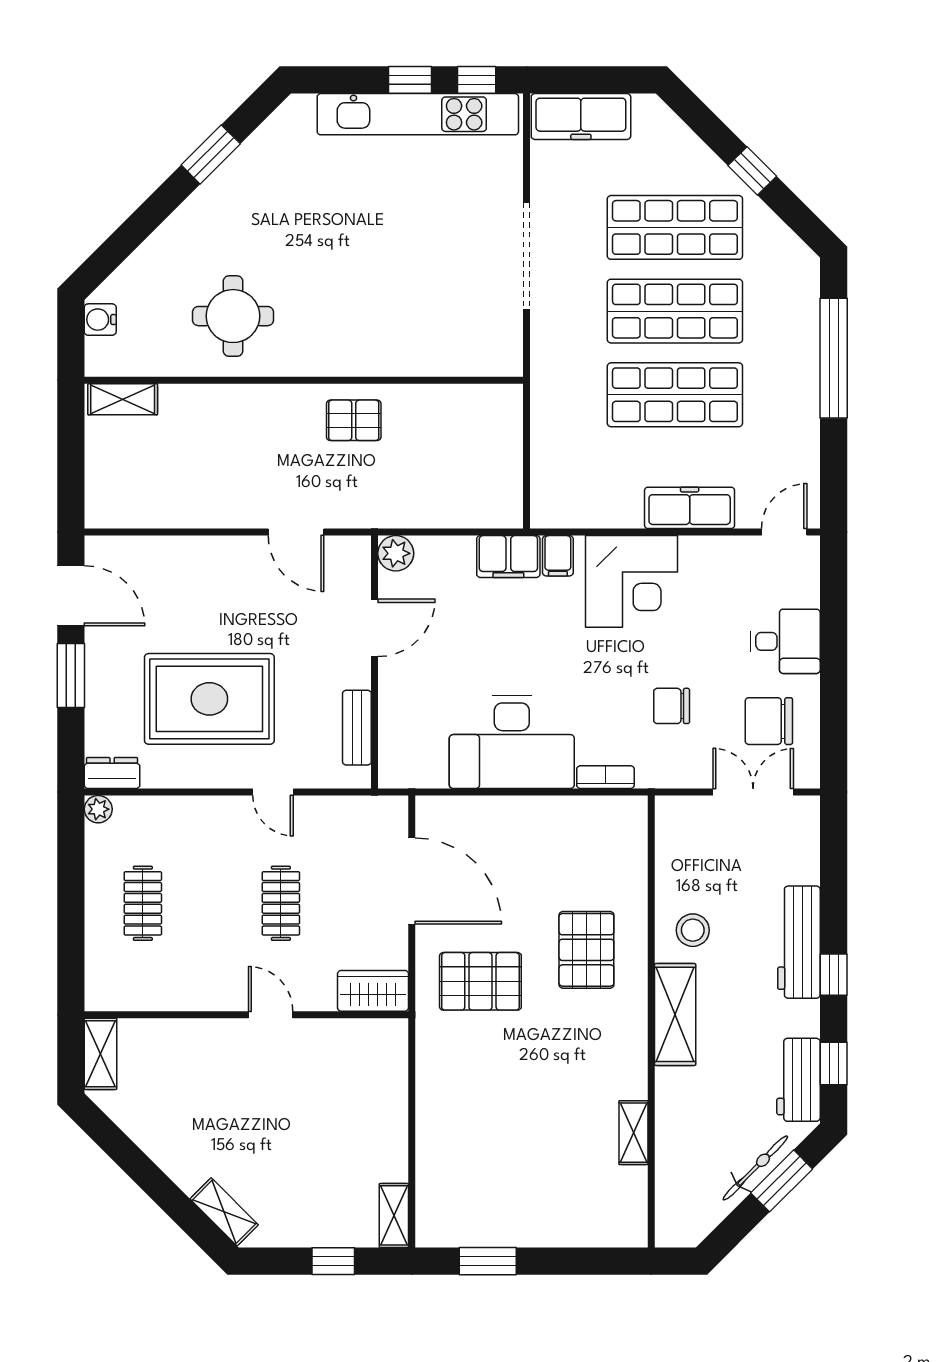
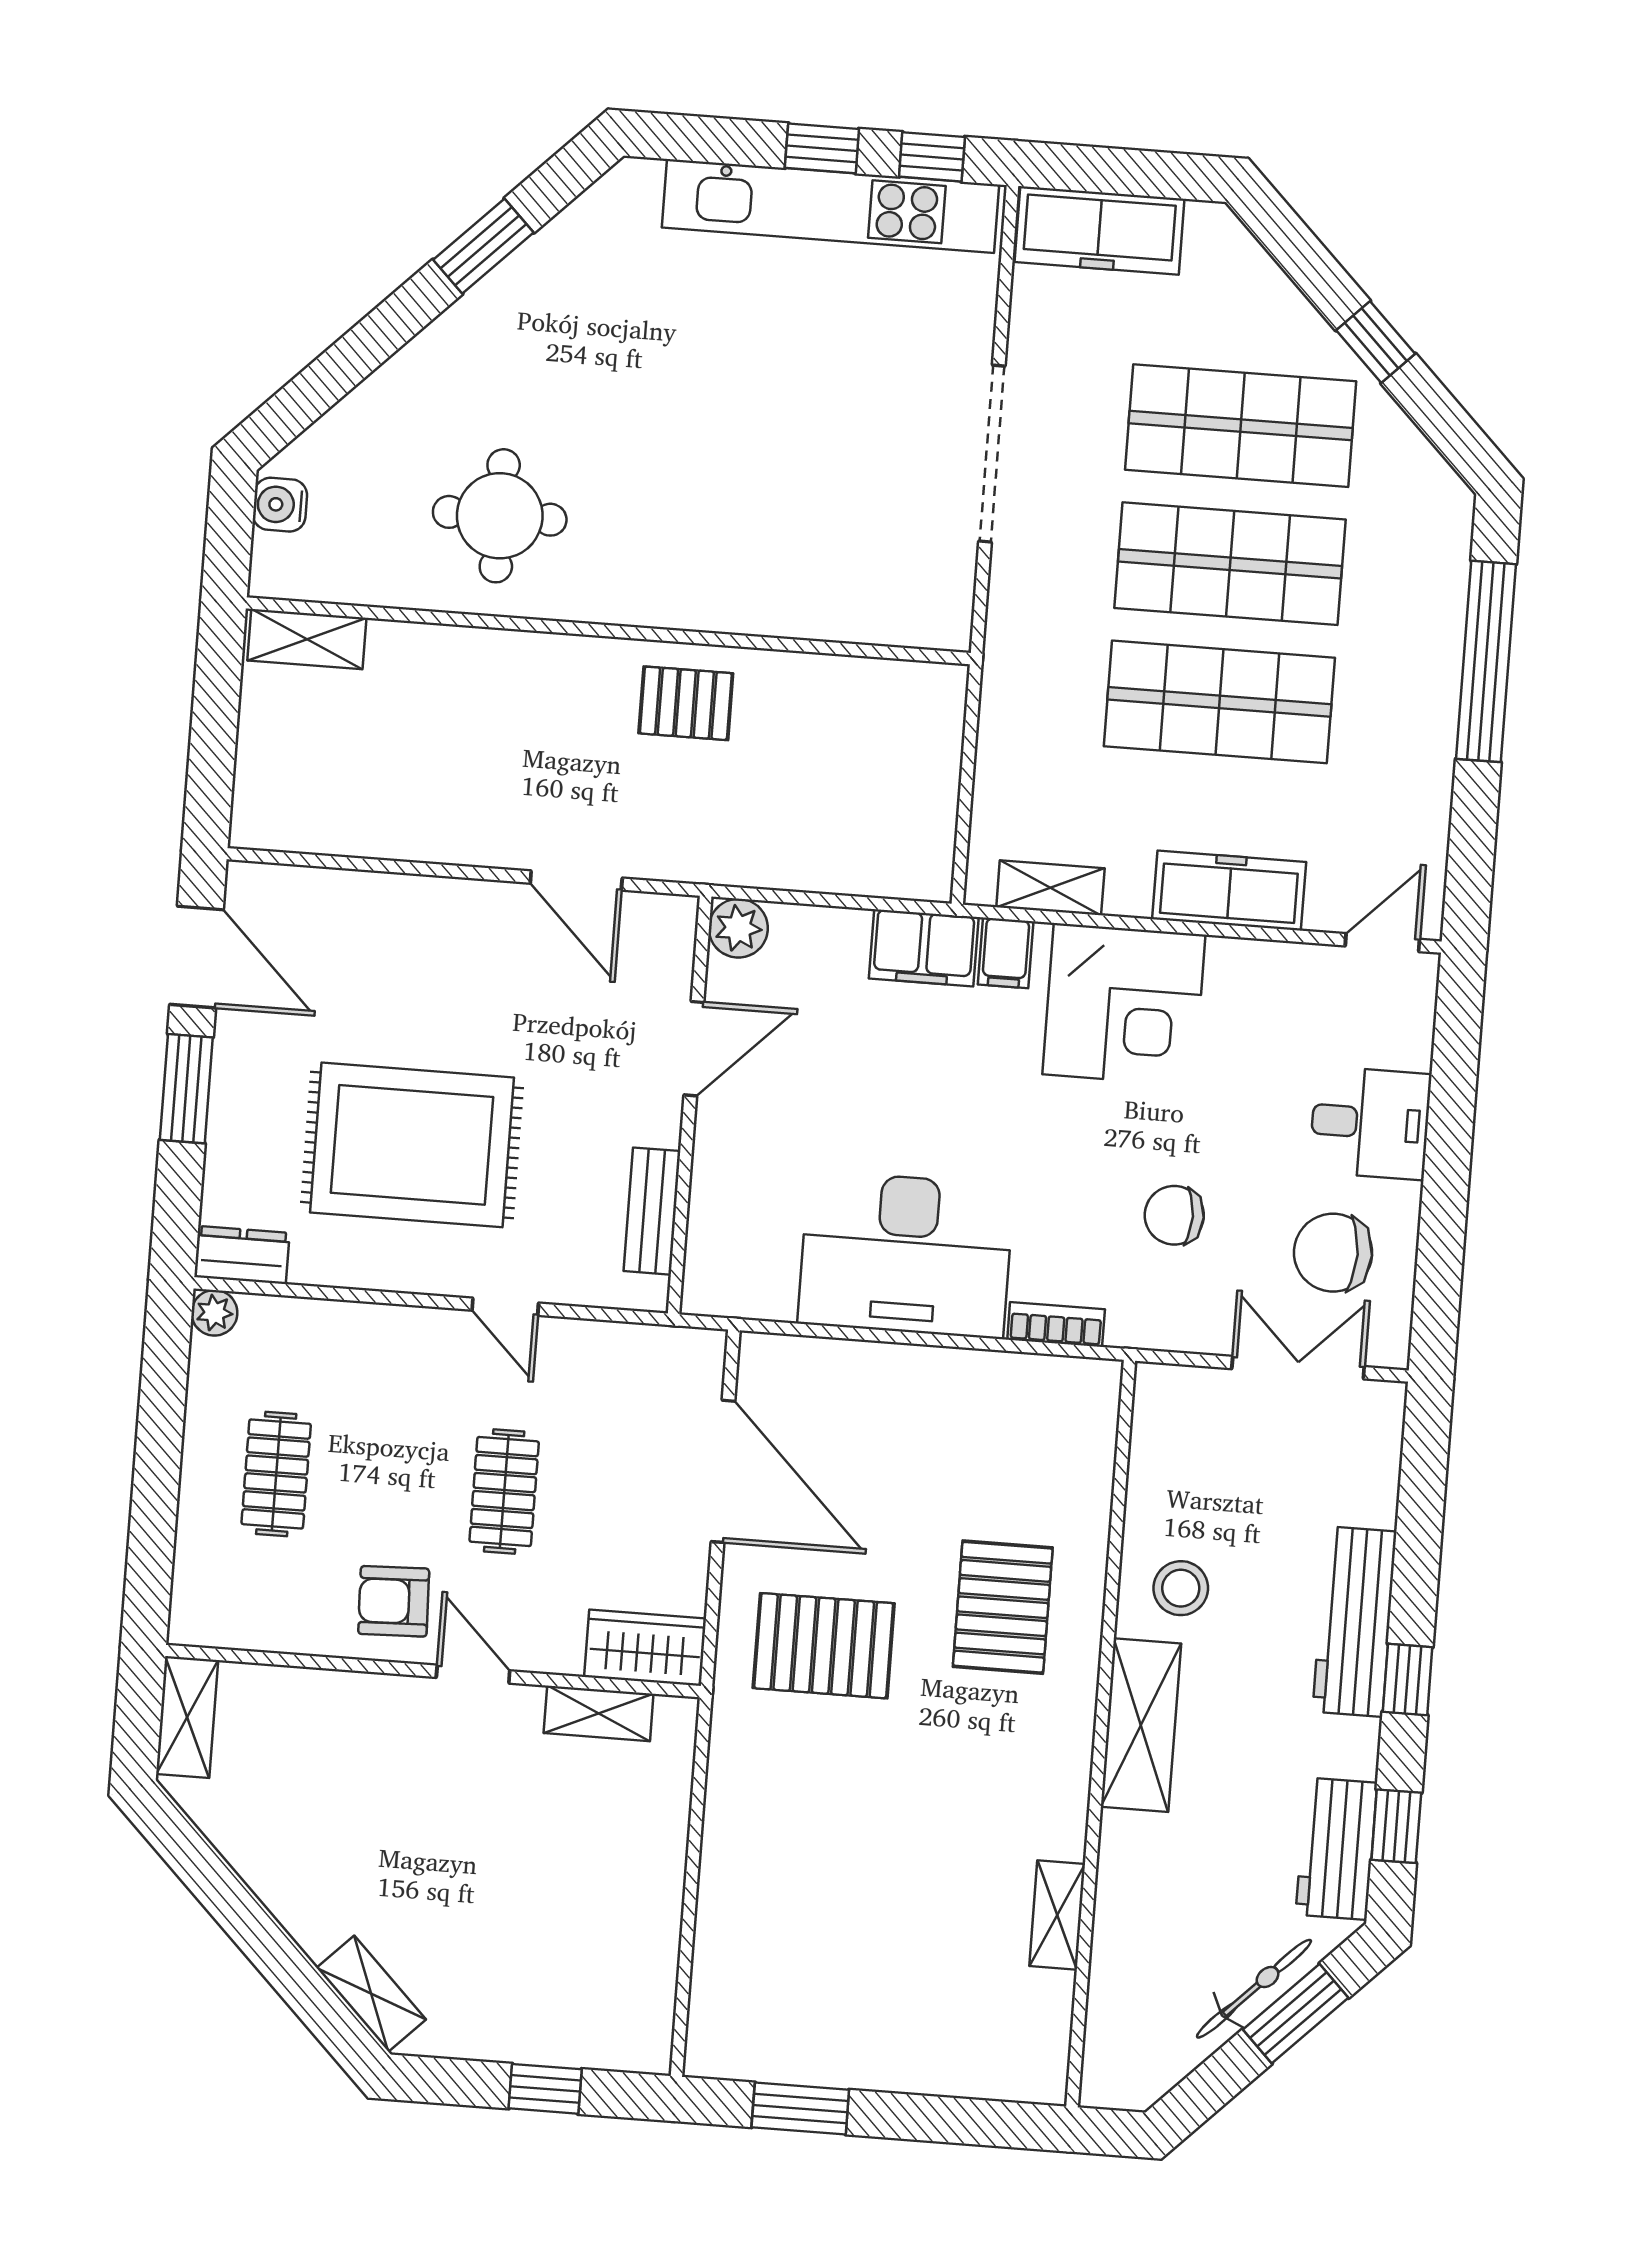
shelving: (582, 514) -> (1050, 888), added
armchair: (219, 974) -> (394, 1601), added
shelving: (394, 1215) -> (599, 1713), moved, turned 90

